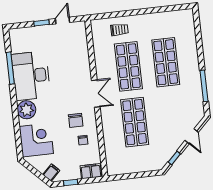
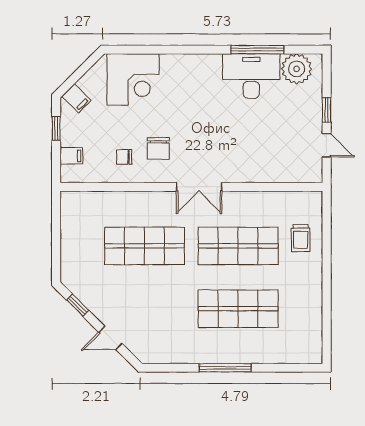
desk: (31, 76) -> (251, 76), width x0.73, depth x0.77
window: (204, 86) -> (225, 368), moved
plant: (27, 110) -> (297, 69), moved
chair: (76, 120) -> (158, 148), turned -90
filing cabinet: (91, 171) -> (71, 156), width x0.50

